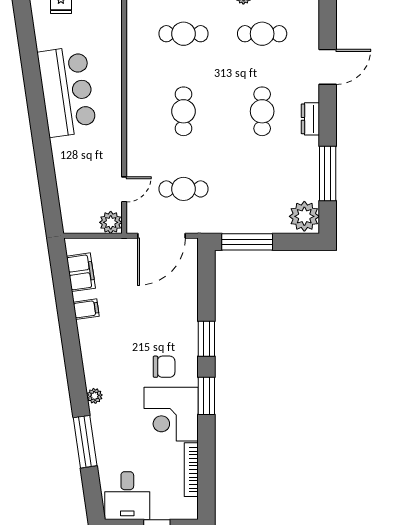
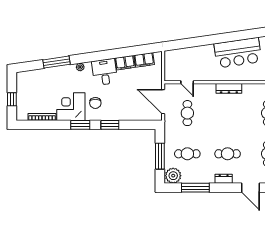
dresser: (136, 109) -> (229, 88), added
cafe table: (183, 111) -> (187, 154), moved
plant: (111, 222) -> (170, 75), removed
window: (247, 242) -> (160, 156), moved
filing cabinet: (86, 309) -> (125, 63), width x2.00
desk: (127, 496) -> (105, 72), moved, turned 82

